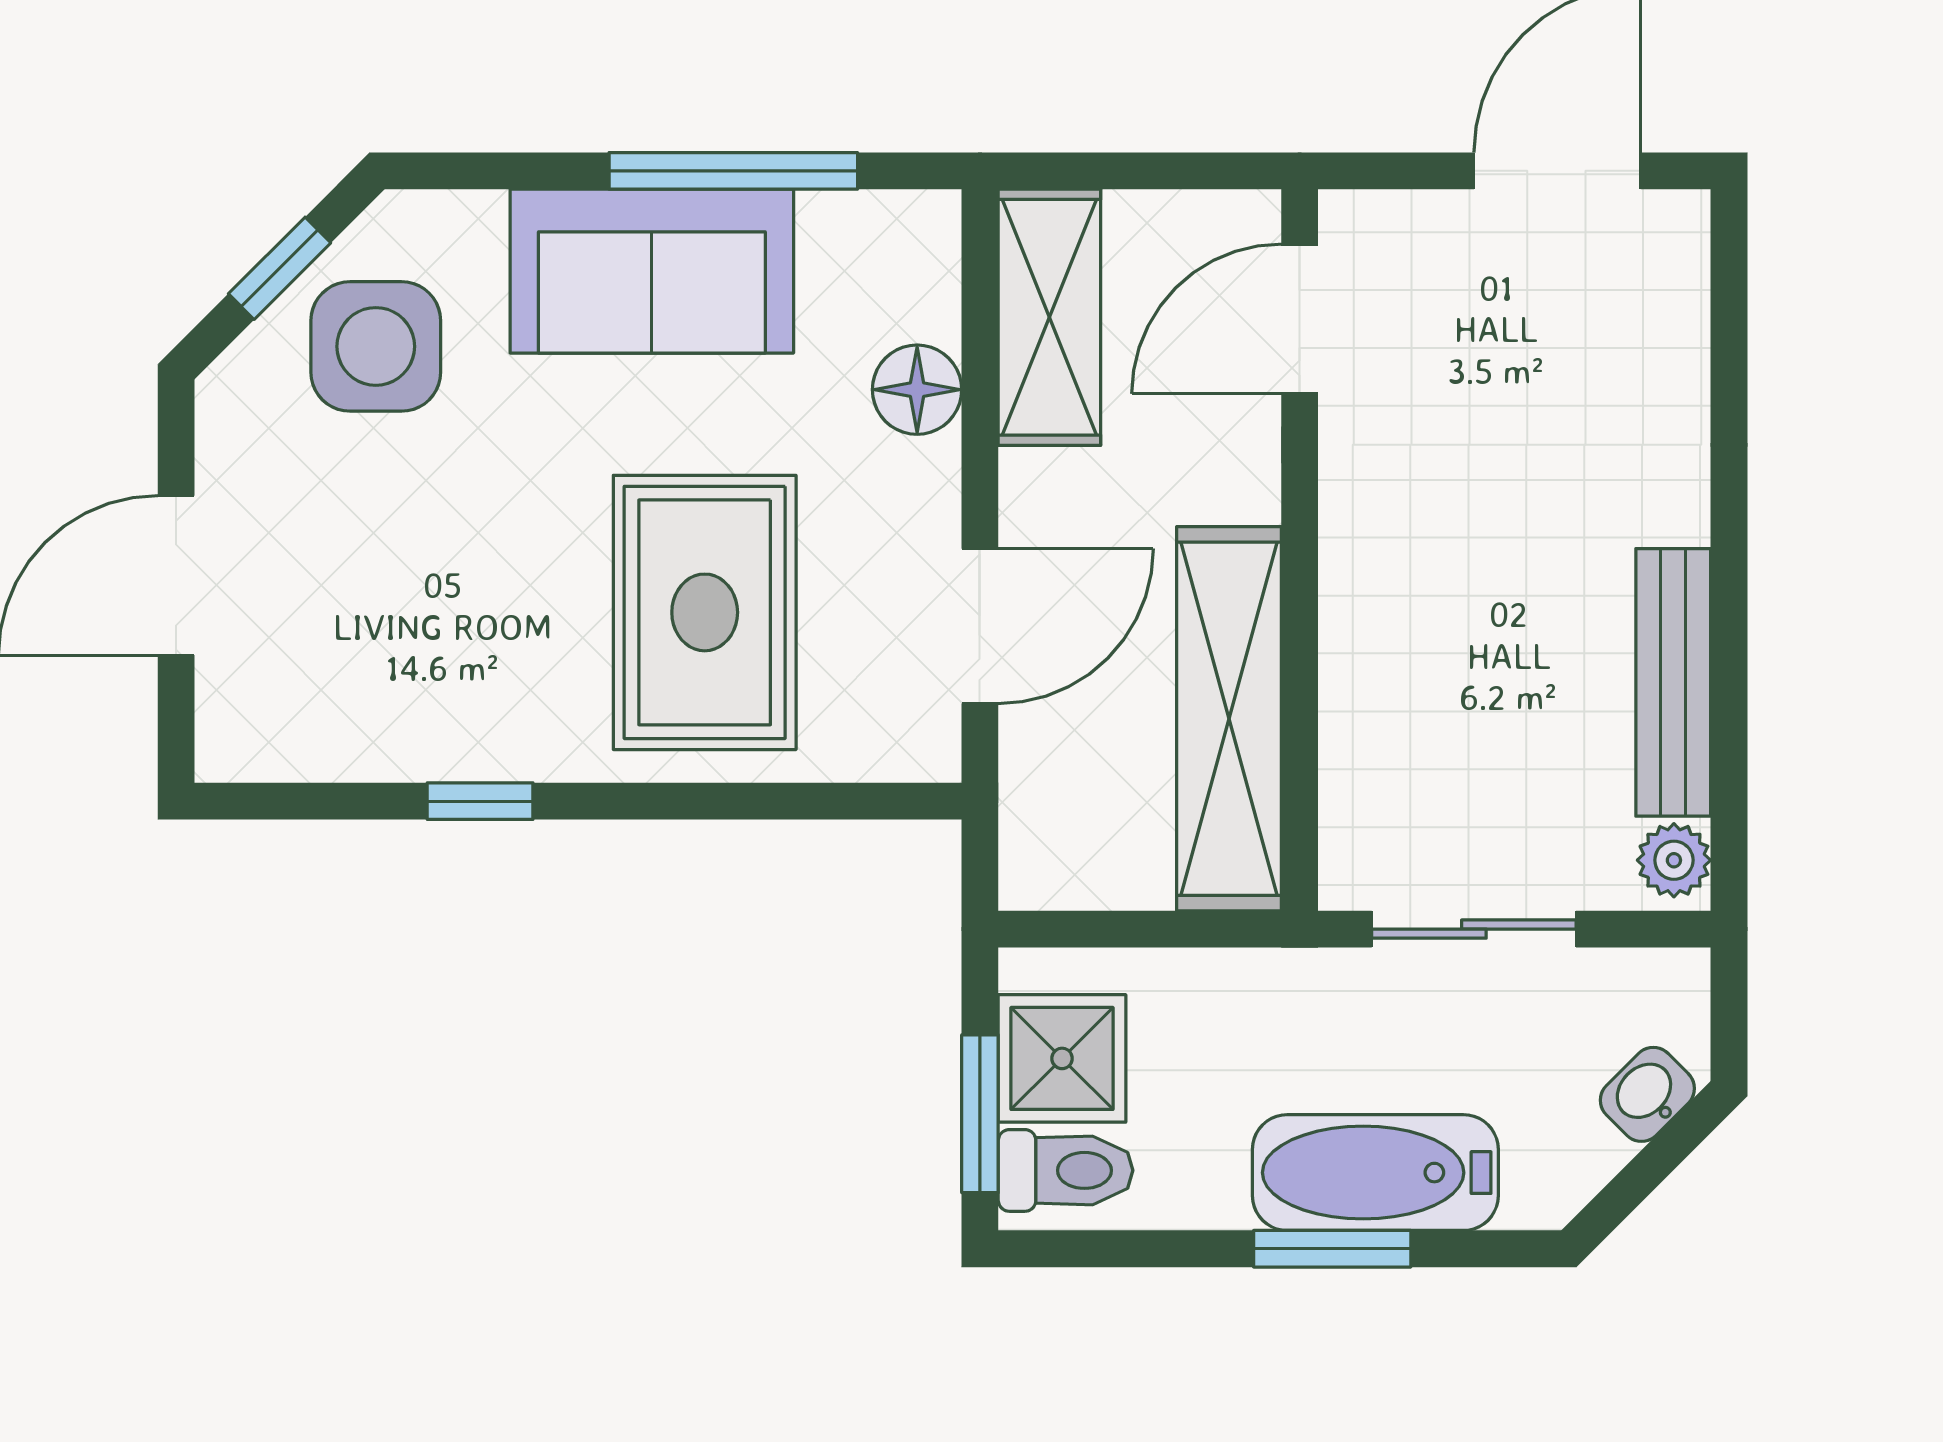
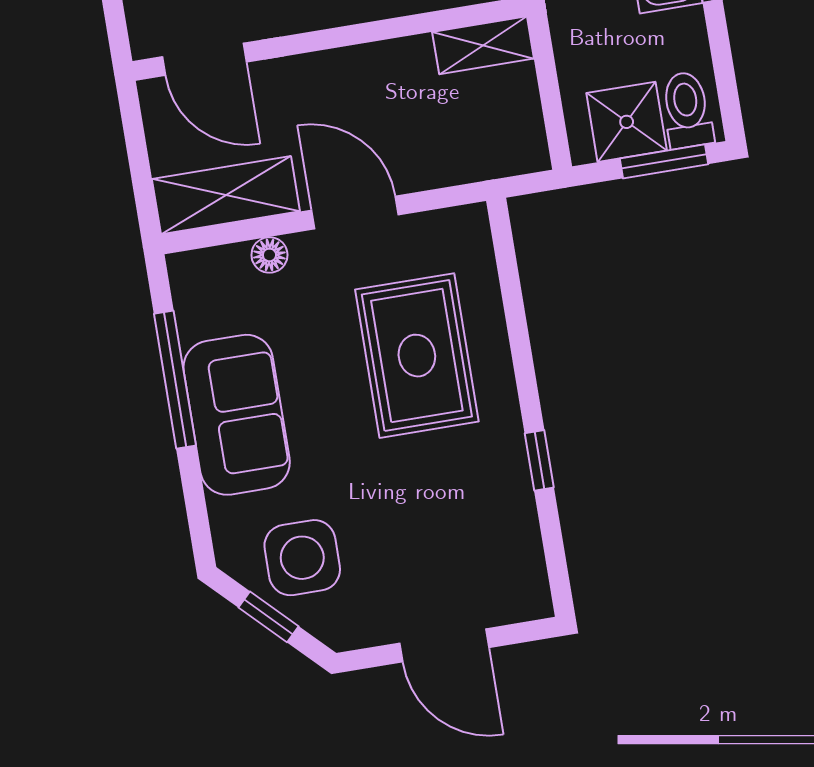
floor lamp: (917, 390) -> (269, 255), width x0.73, depth x0.73
rug: (705, 612) -> (417, 356), turned 90
door: (980, 626) -> (355, 212), moved
shelving: (1229, 719) -> (483, 45), width x0.45, depth x0.75

